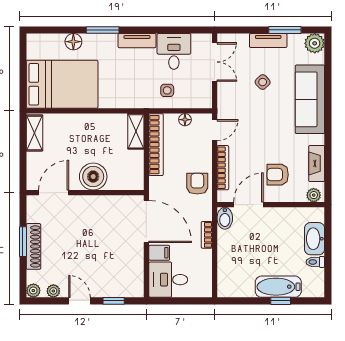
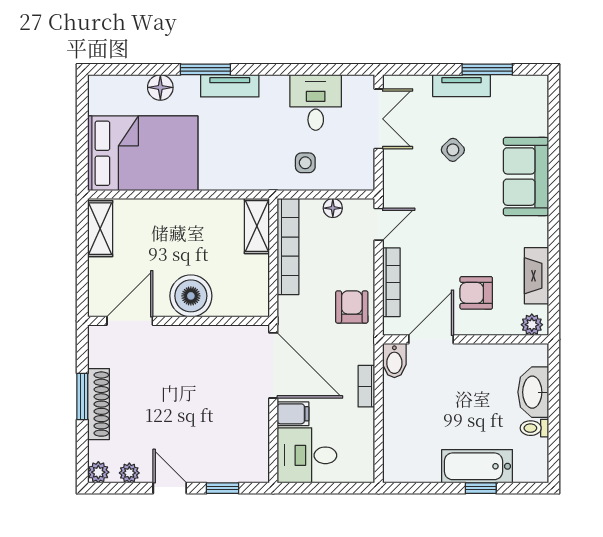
tv unit: (137, 41) -> (230, 86), moved
plant: (315, 43) -> (533, 90), removed
sofa: (310, 99) -> (526, 177), width x0.73

